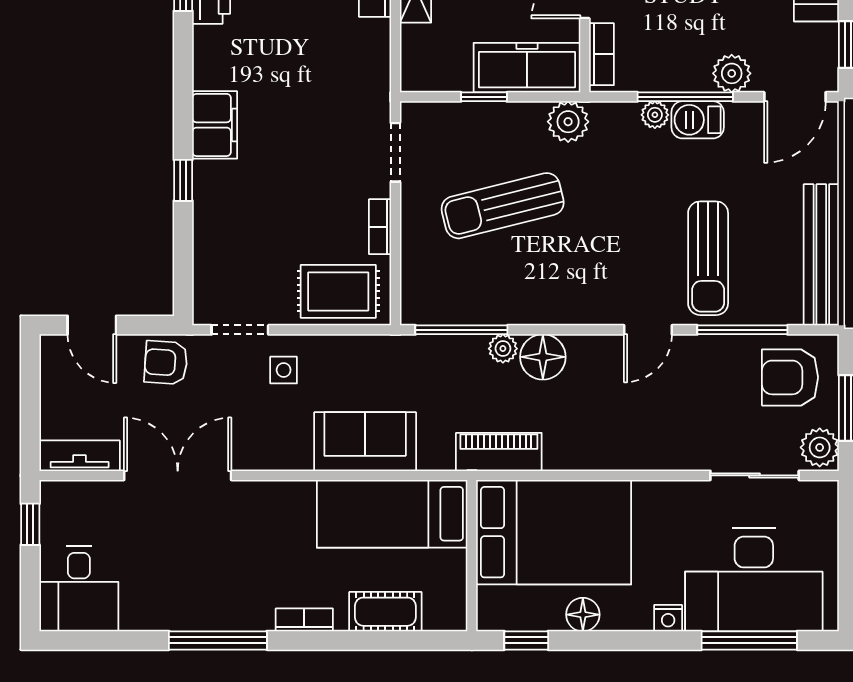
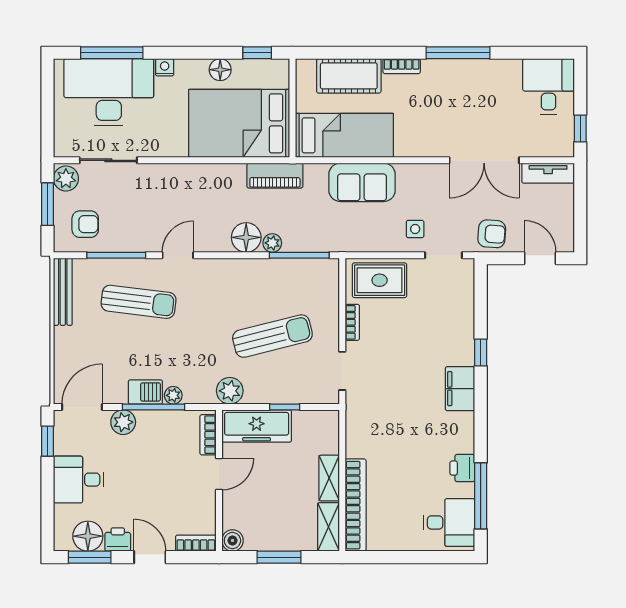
bench: (821, 255) -> (63, 292), width x0.73, depth x0.82
sun lounger: (708, 258) -> (139, 302), turned 97
armchair: (790, 377) -> (85, 224), width x0.72, depth x0.72
cot: (385, 612) -> (349, 76), width x1.37, depth x1.34

